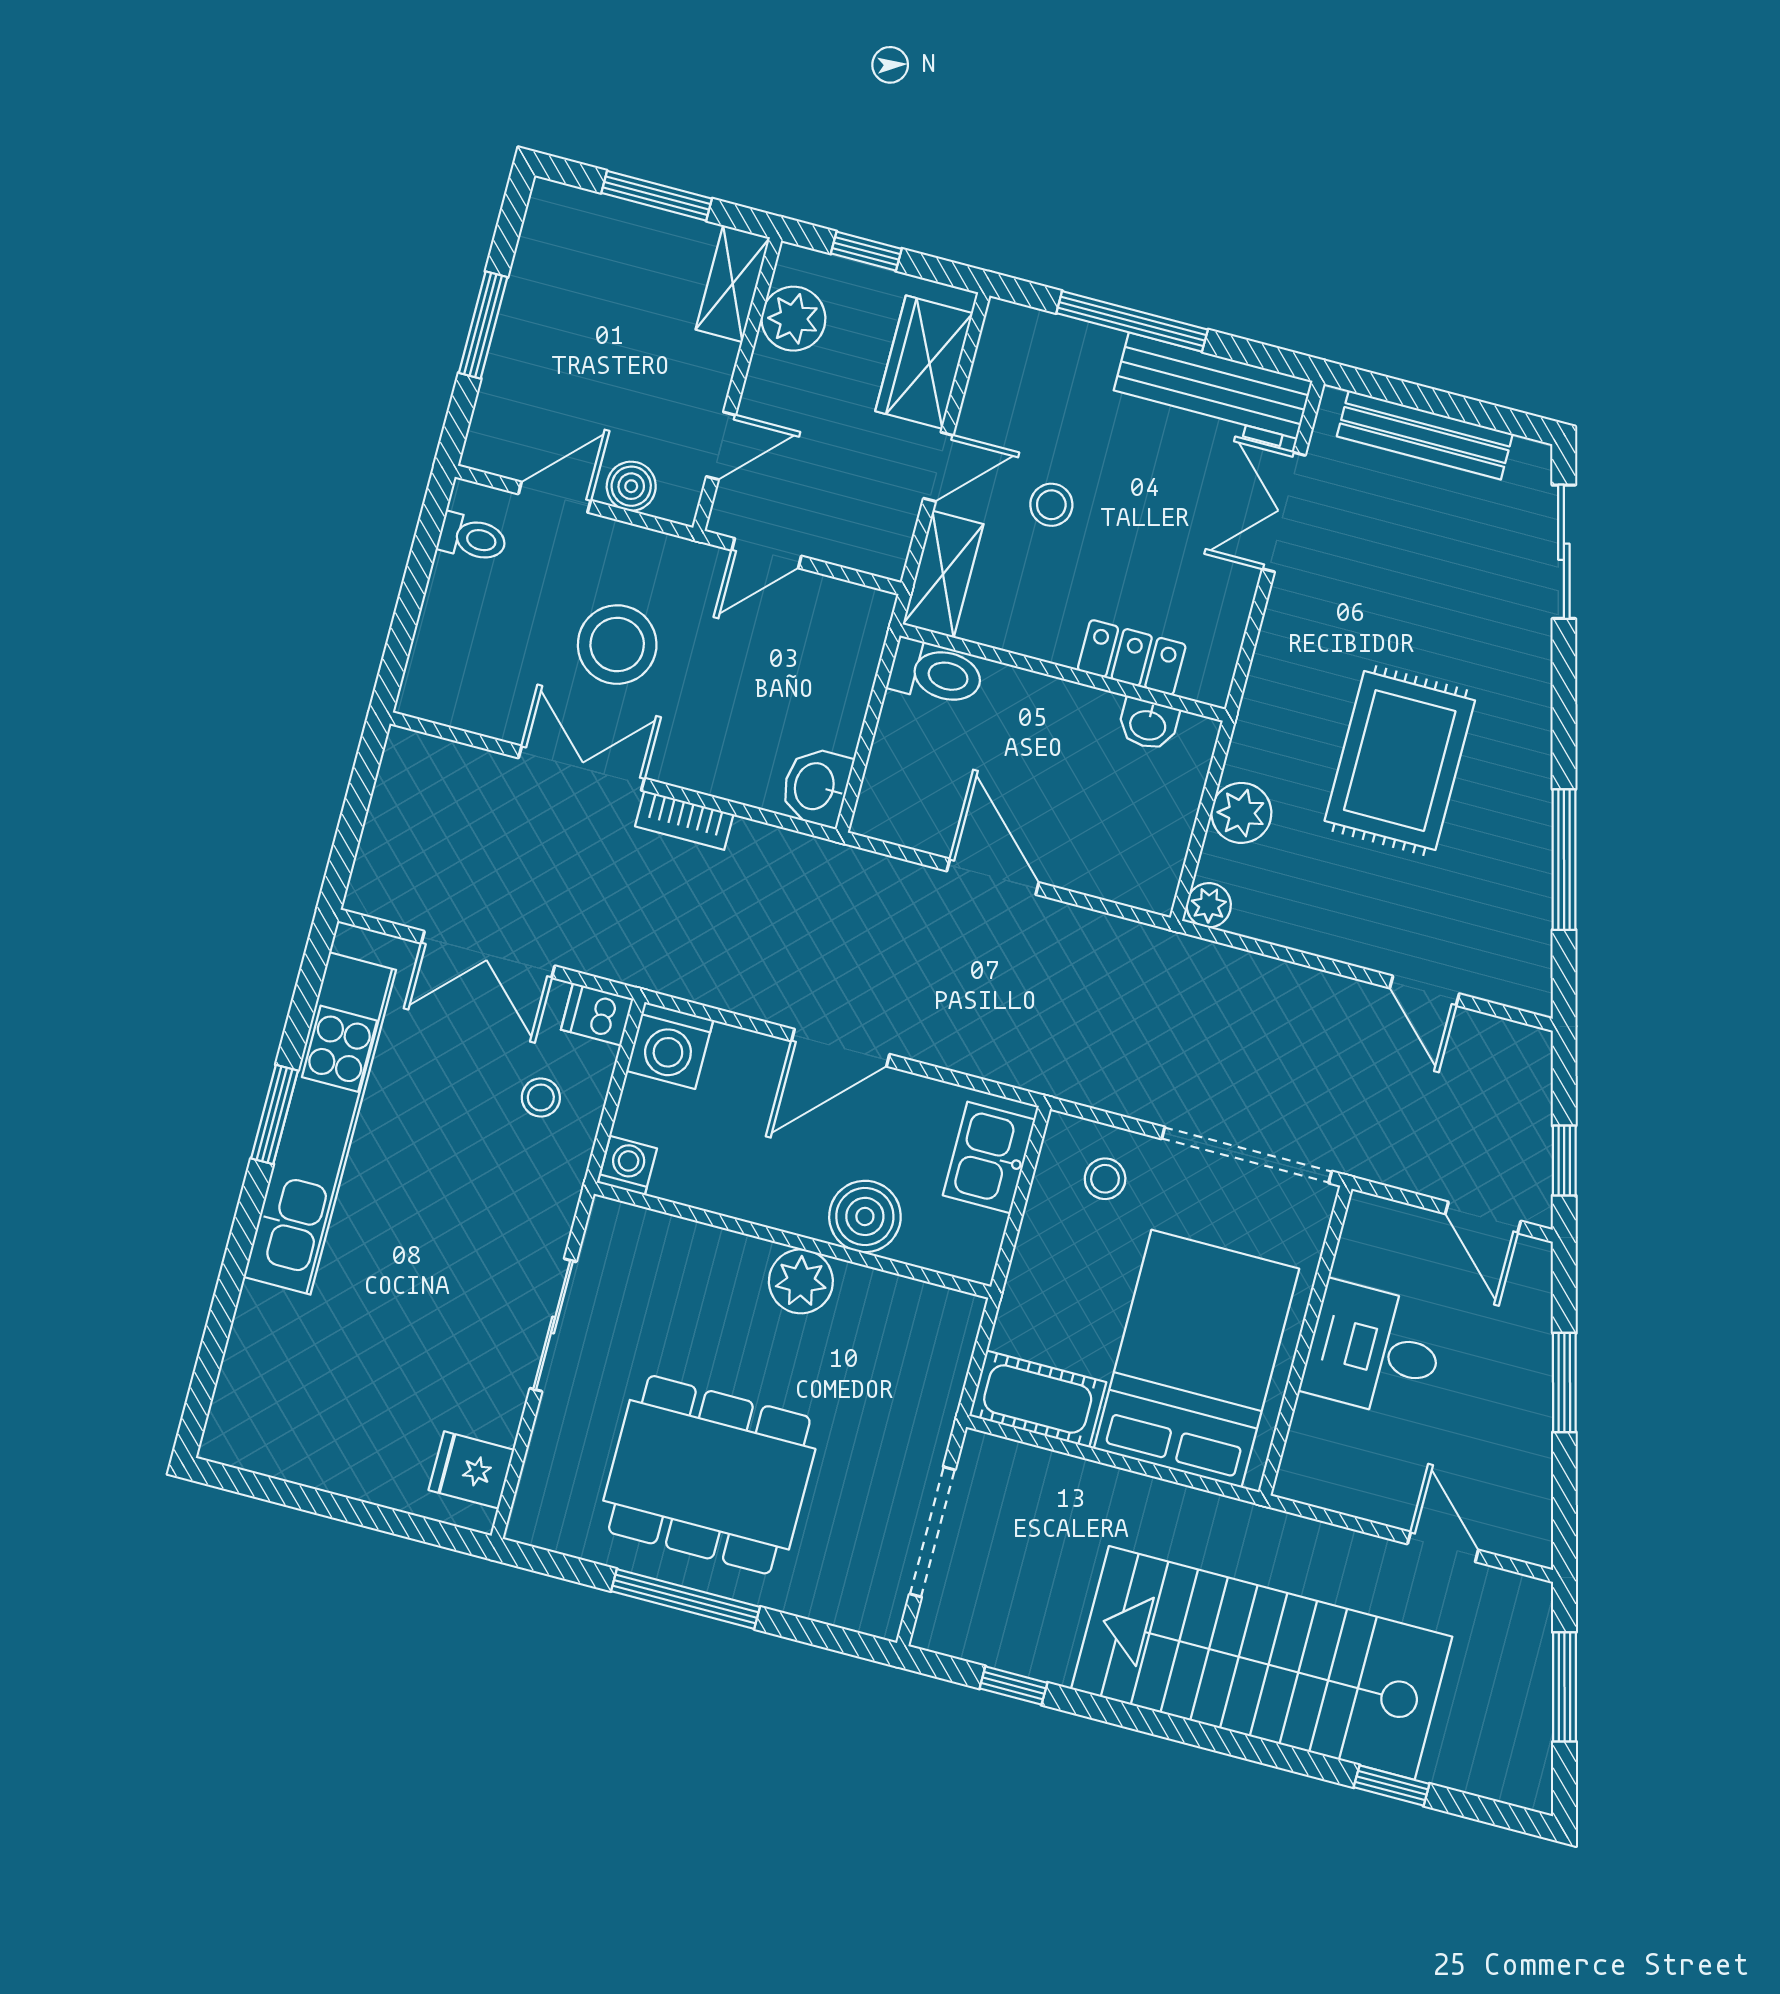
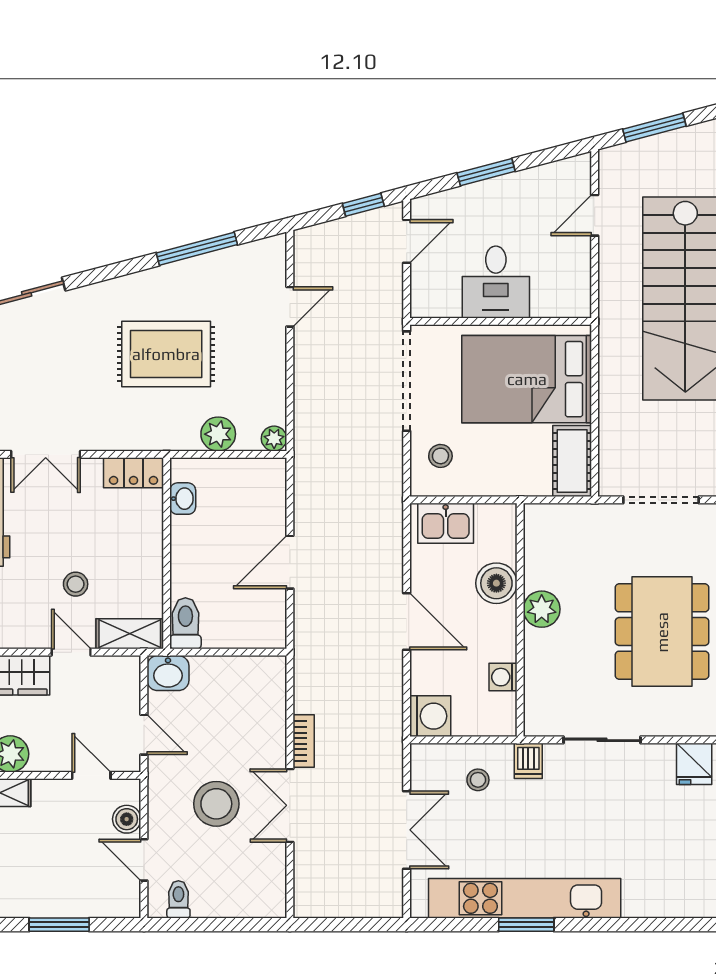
locker: (1132, 657) -> (134, 473), moved, turned -90
washbasin: (816, 787) -> (168, 673), moved
dishwasher: (597, 1014) -> (528, 761), moved
washing machine: (627, 1166) -> (503, 677), moved

